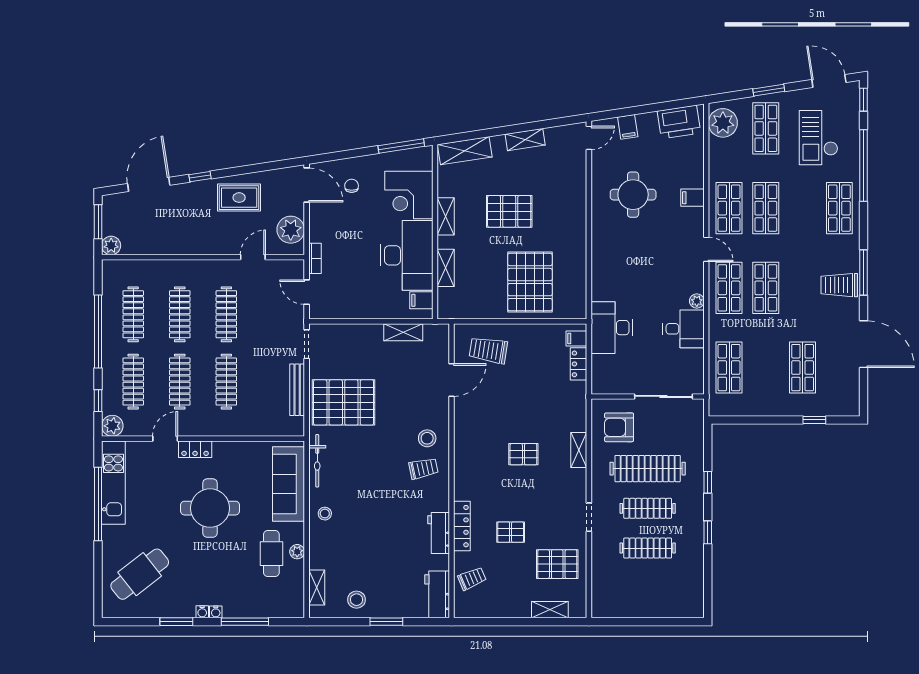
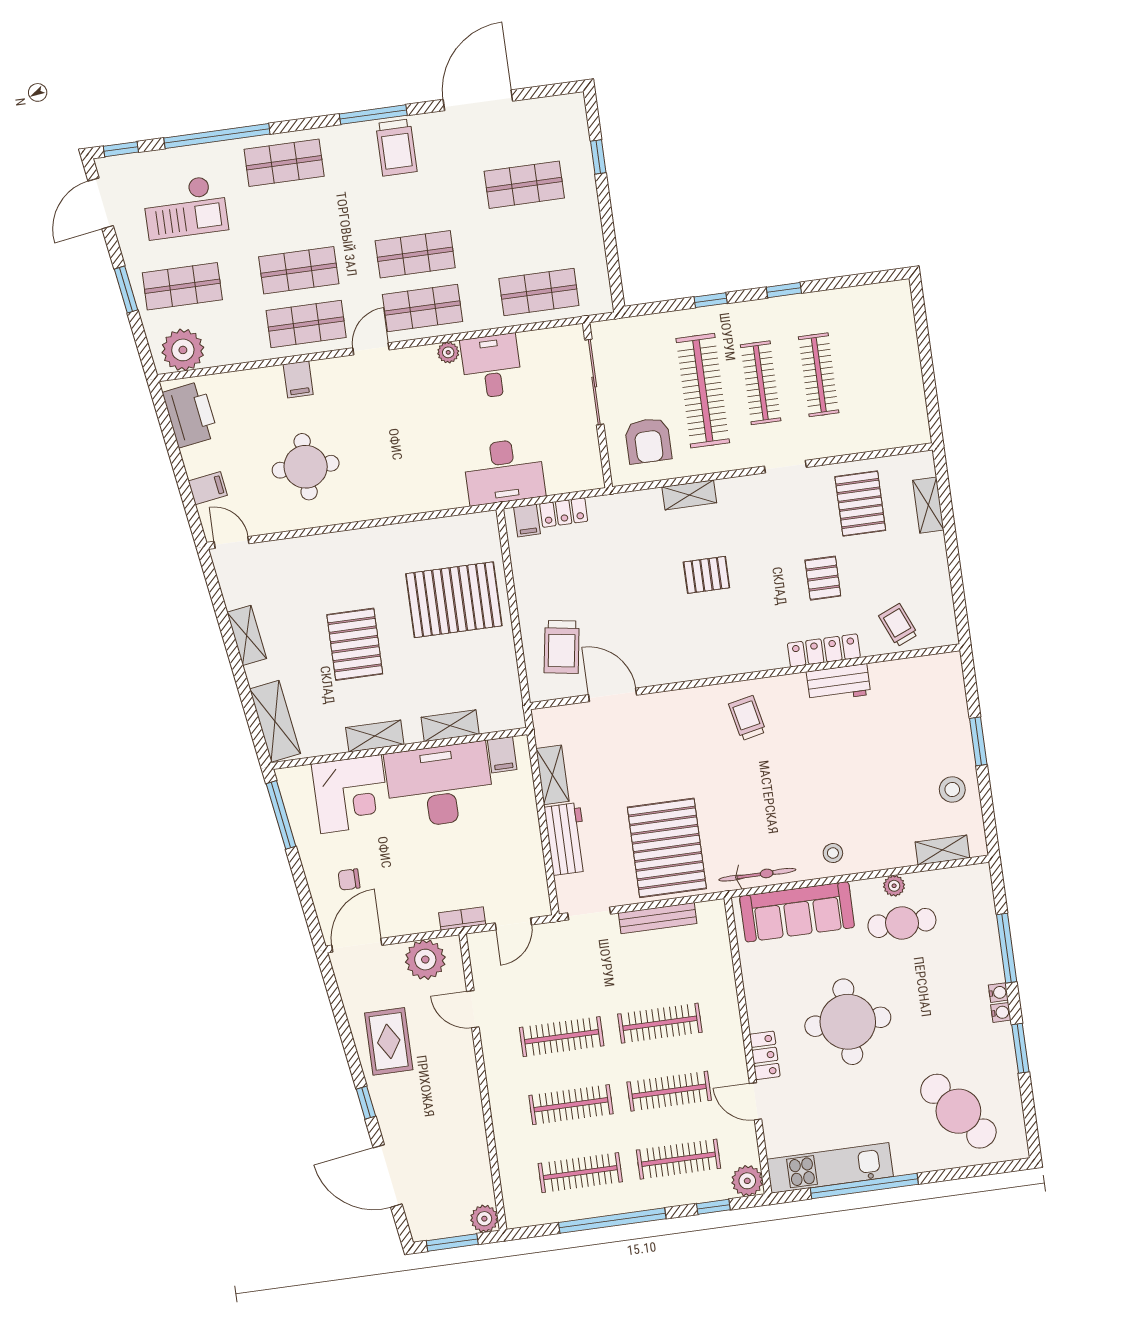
stool: (427, 438) -> (703, 719), removed
pallet: (523, 454) -> (706, 575), turned 90
workbench: (437, 594) -> (566, 839), moved, turned -90

